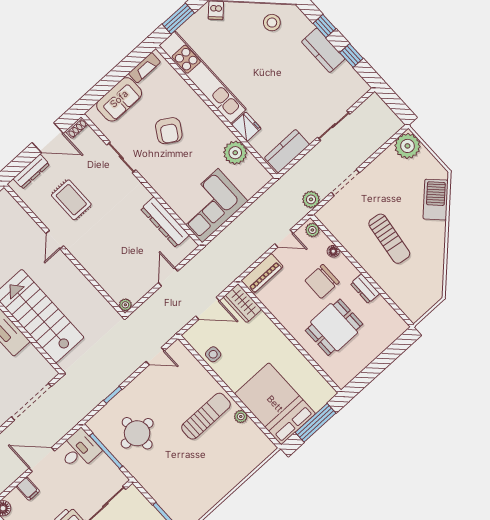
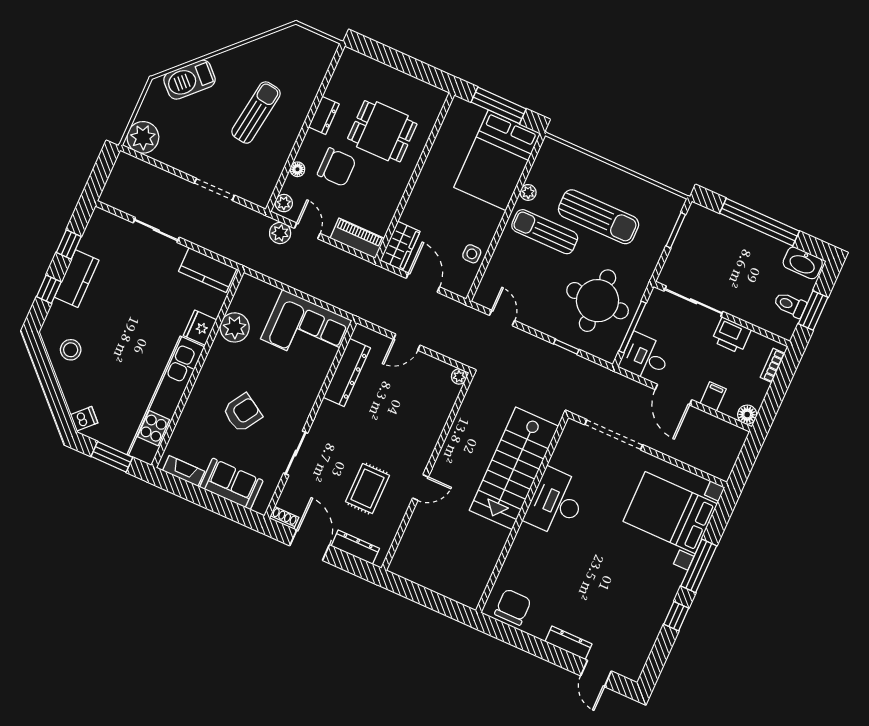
plant: (311, 199) -> (280, 233), moved
round table: (137, 433) -> (598, 301), width x1.36, depth x1.36
sun lounger: (200, 461) -> (599, 217), added

